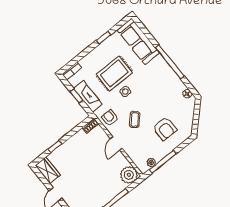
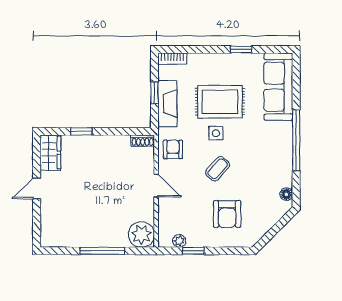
coffee table: (135, 120) -> (218, 169), moved
door: (116, 143) -> (156, 186), swing flipped
window: (163, 162) -> (193, 251), width x0.46

